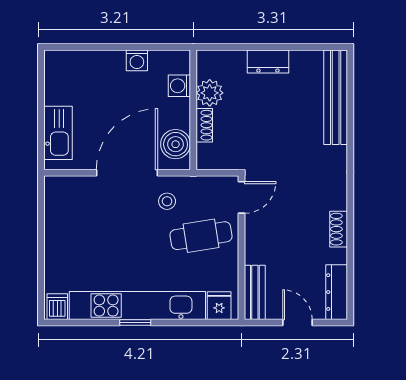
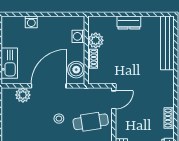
washing machine: (137, 60) -> (31, 22), moved
plant: (82, 189) -> (23, 95), added
stool: (167, 201) -> (59, 119), moved

